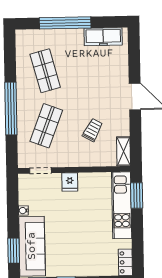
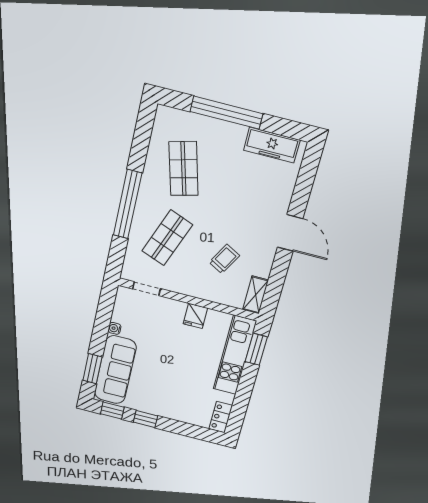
fridge: (70, 182) -> (195, 316), moved

